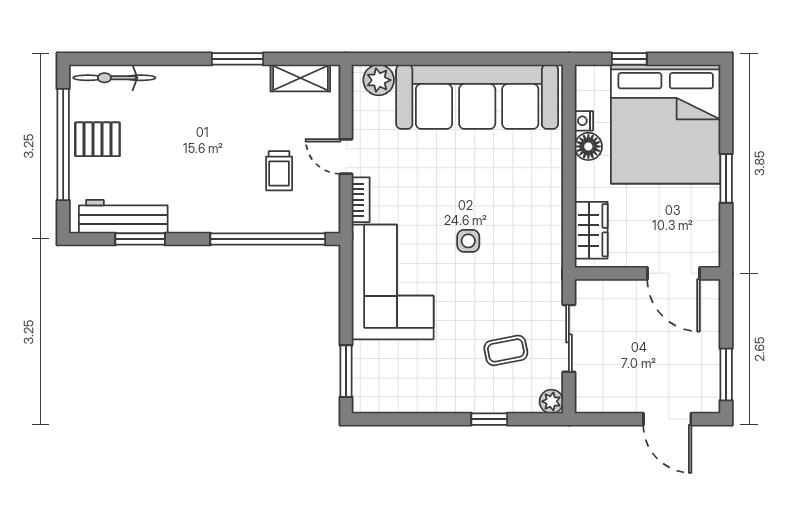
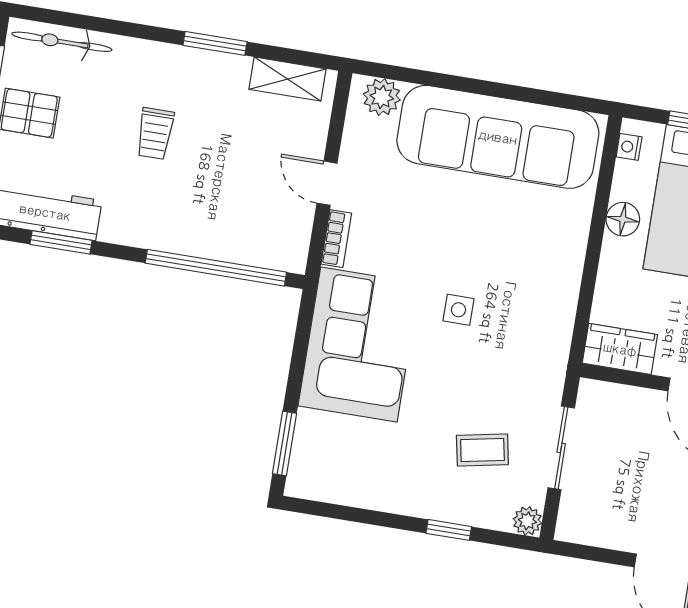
nightstand: (584, 121) -> (629, 147), moved
trolley: (279, 171) -> (155, 133), moved
wardrobe: (591, 230) -> (620, 349), moved, turned -90

